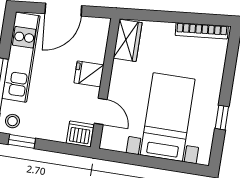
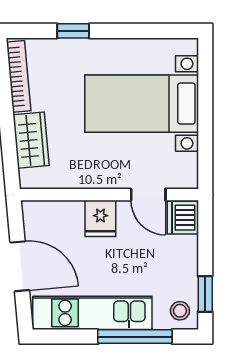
wardrobe: (128, 40) -> (31, 140), moved, turned 85
door: (101, 111) -> (148, 195), swing flipped
window: (222, 118) -> (73, 31), moved

